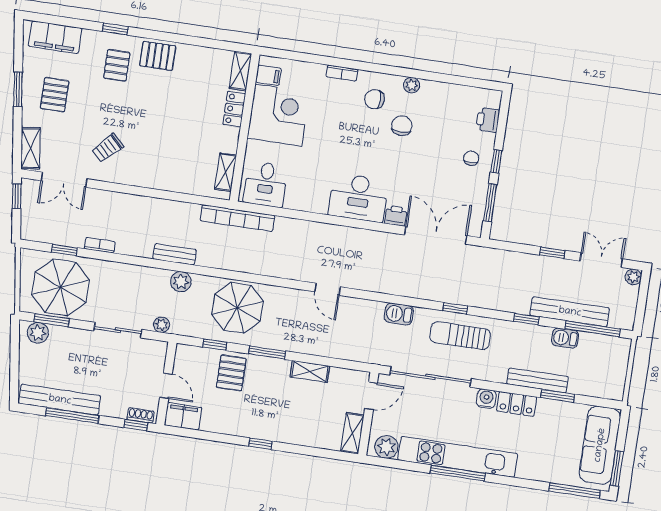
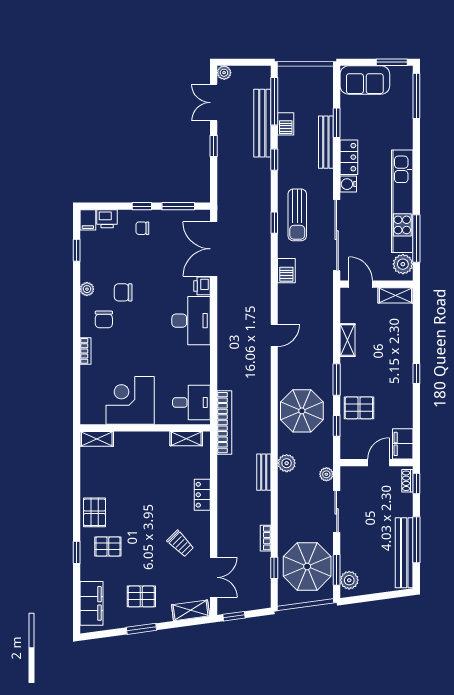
filing cabinet: (268, 75) -> (88, 220), moved, turned 180
window: (457, 80) -> (77, 250), added
locker: (234, 109) -> (202, 495), moved, turned 90
sofa: (600, 445) -> (365, 80), width x0.73
window: (458, 473) -> (416, 239), moved

